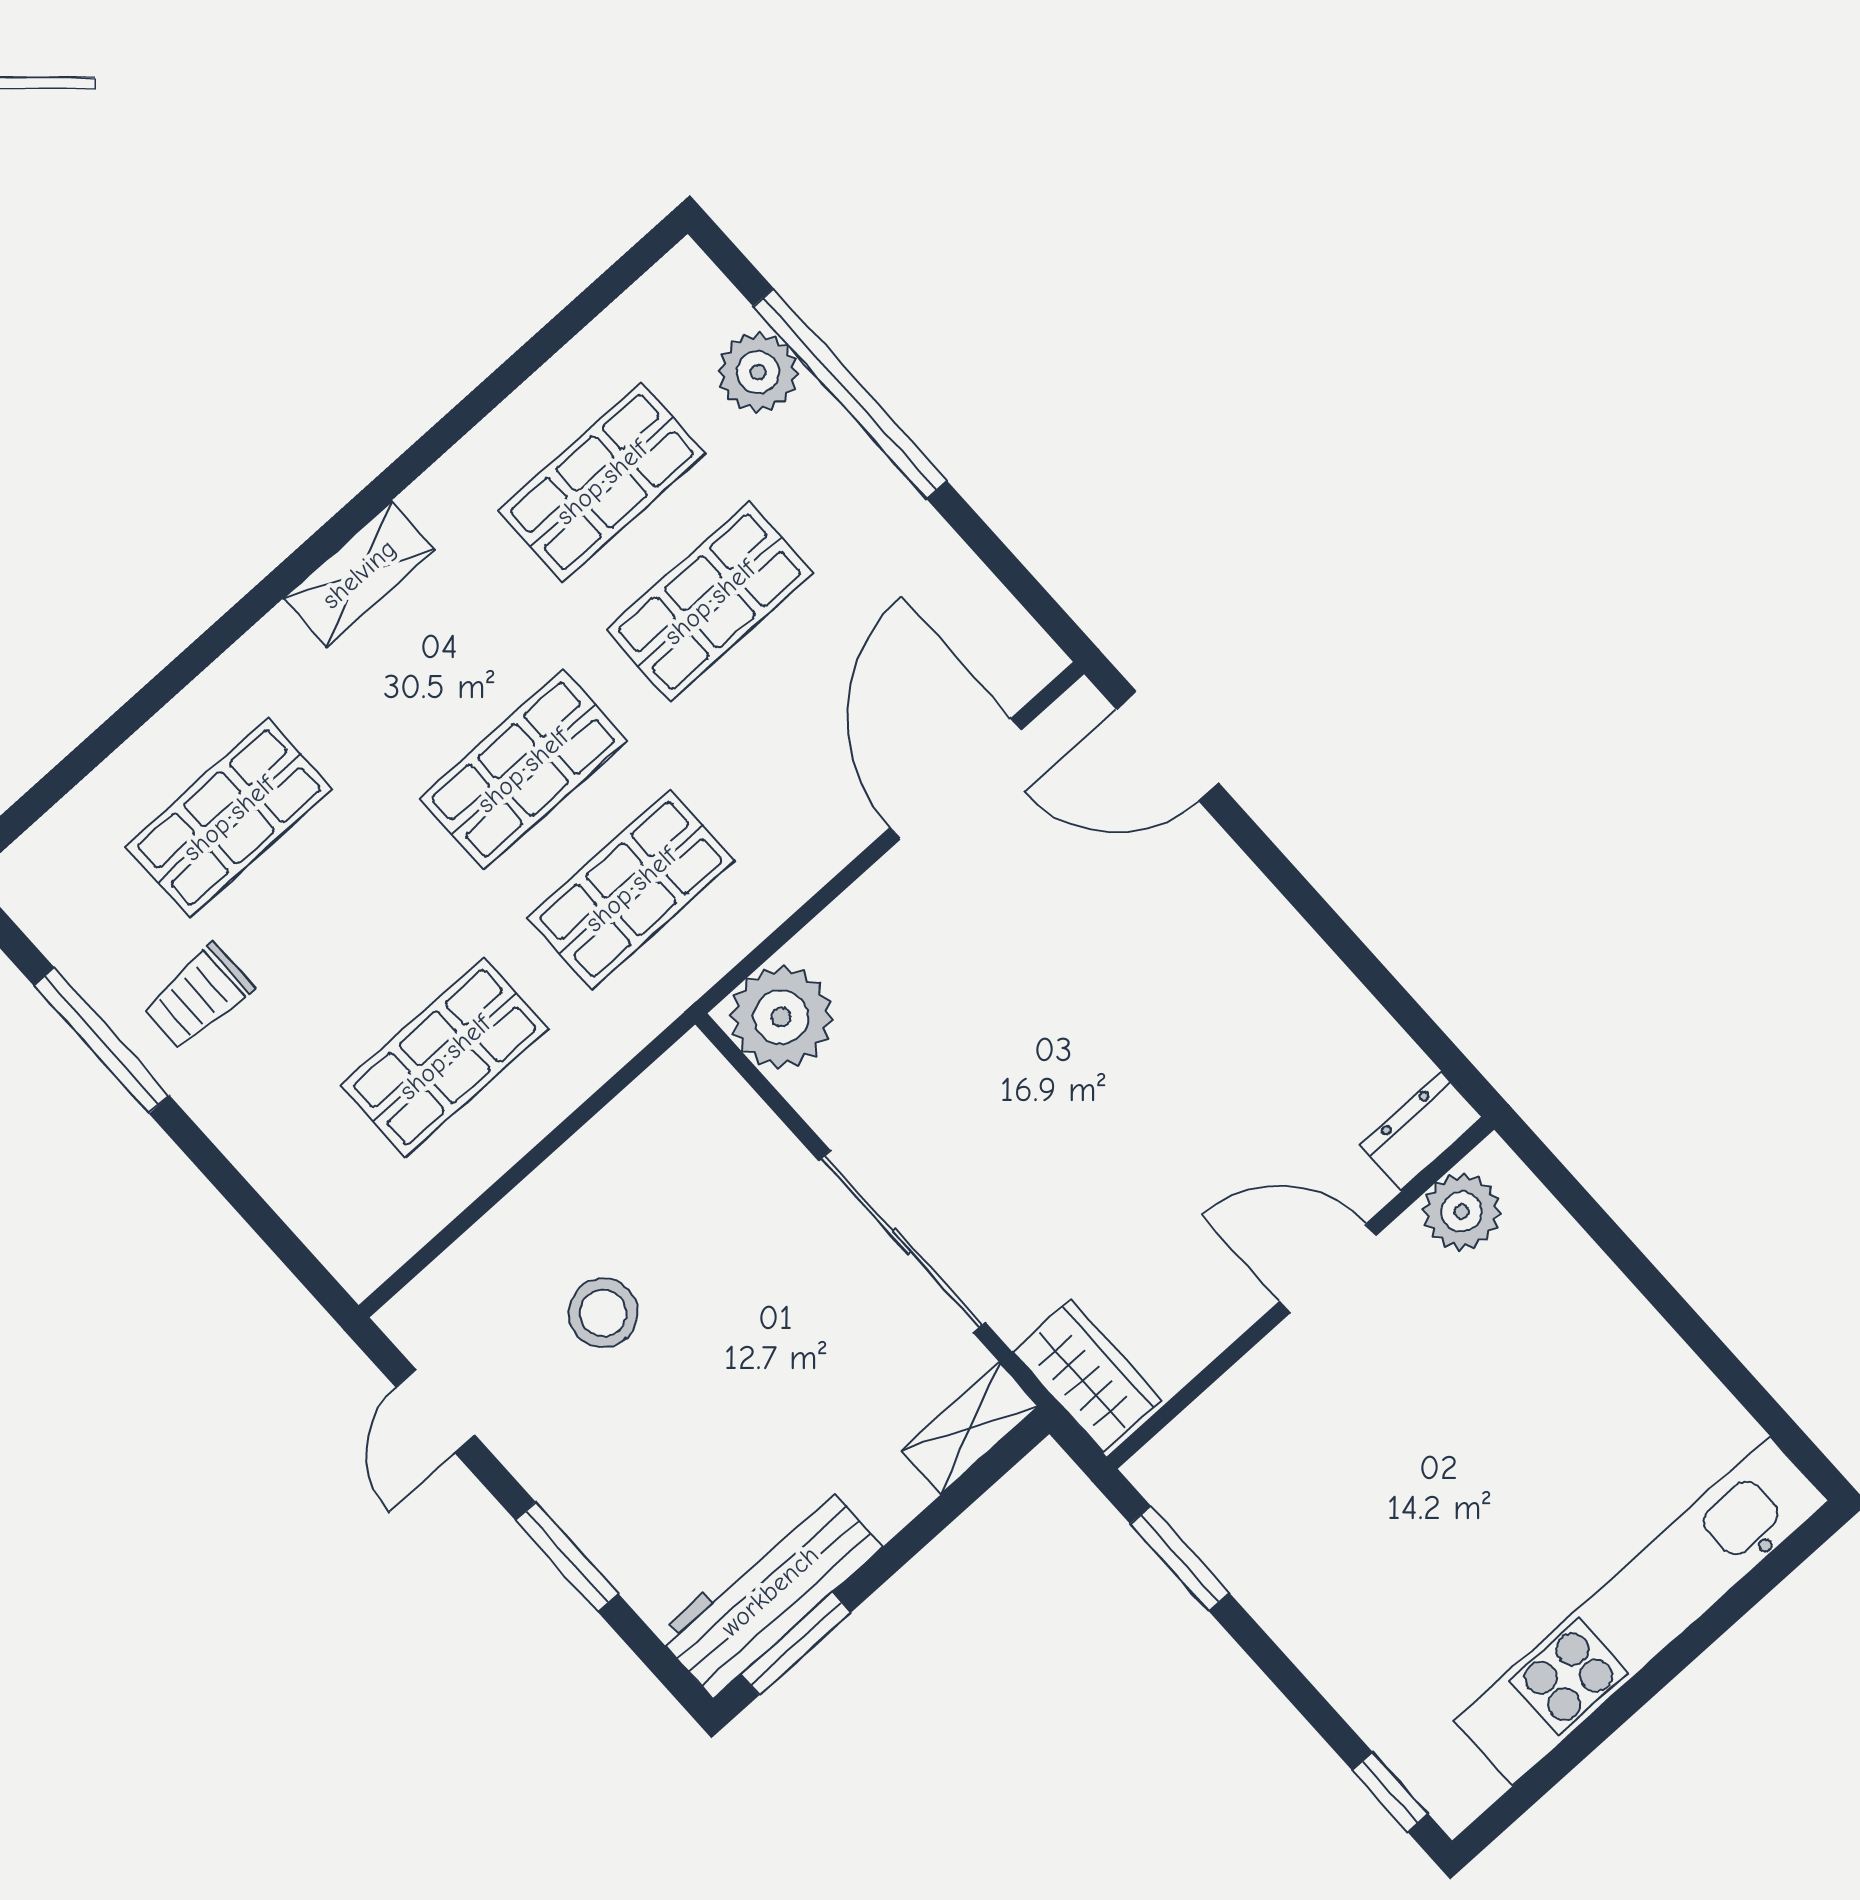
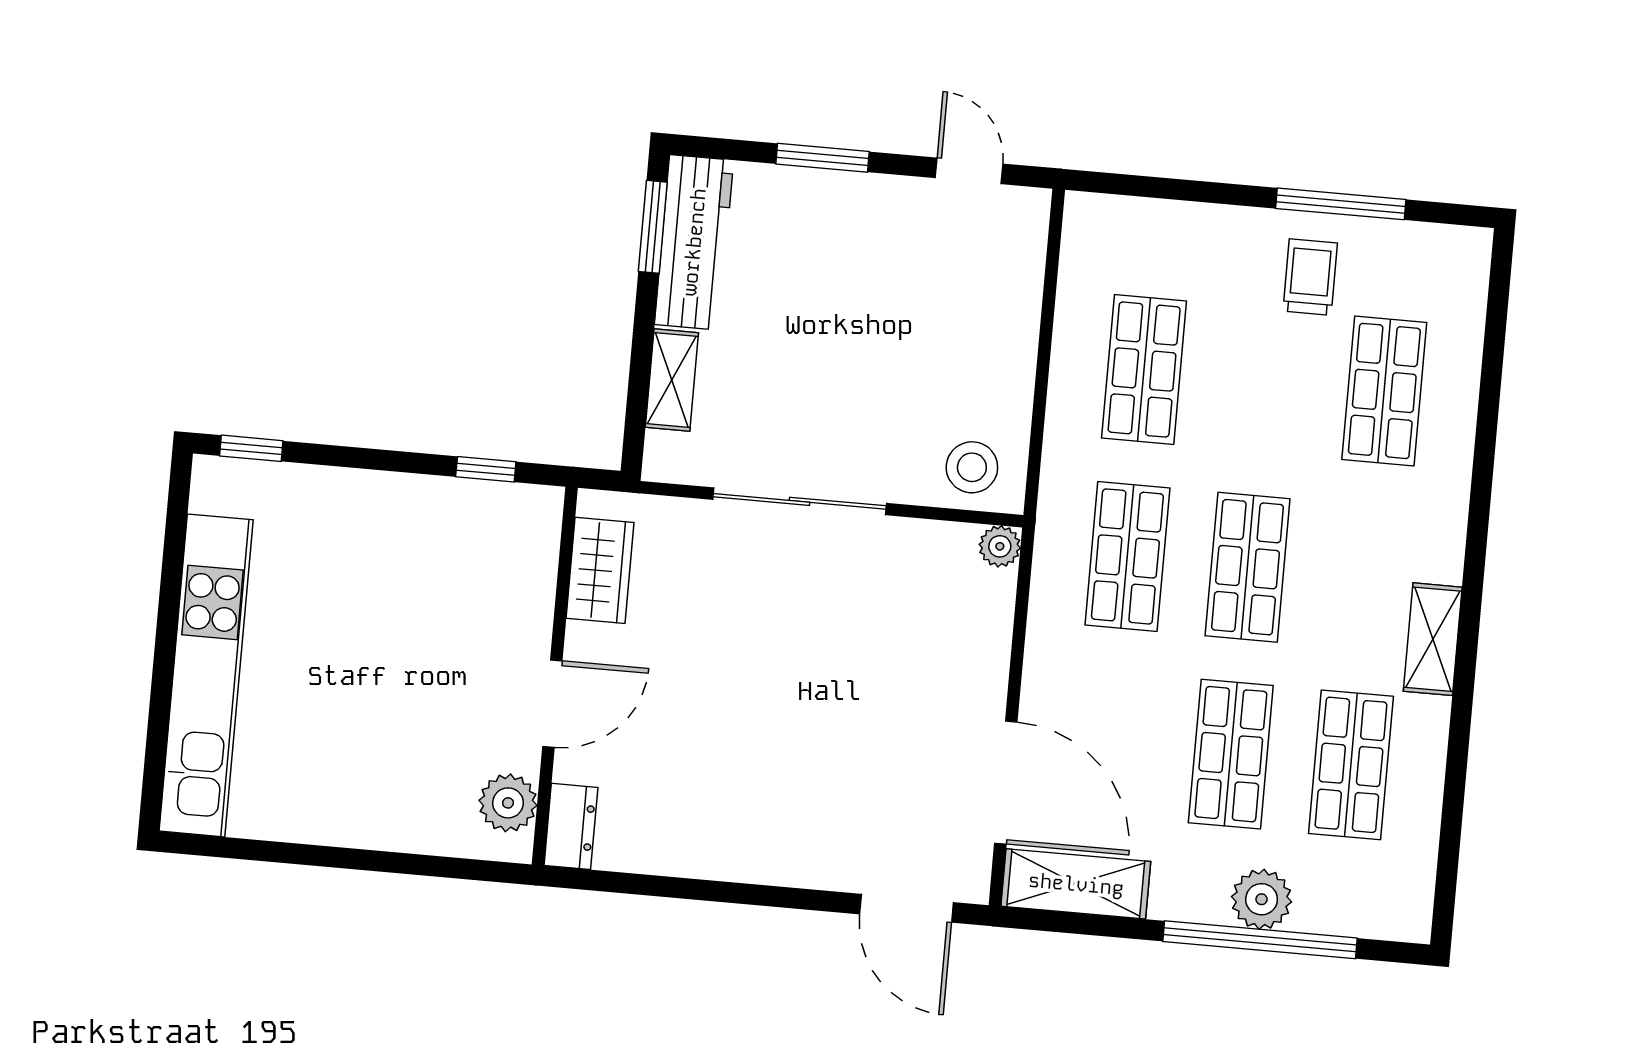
plant: (758, 372) -> (1262, 899), moved
shelving: (359, 574) -> (1433, 639), moved
shelving: (979, 616) -> (1076, 884), added
door: (1167, 746) -> (906, 908), swing flipped
plant: (781, 1017) -> (1000, 546), width x0.53, depth x0.53
stool: (603, 1313) -> (972, 467), moved
wardrobe: (1087, 1376) -> (600, 570), moved, turned -90
shelving: (970, 1428) -> (672, 380), moved
window: (1180, 1558) -> (486, 469), width x0.67

